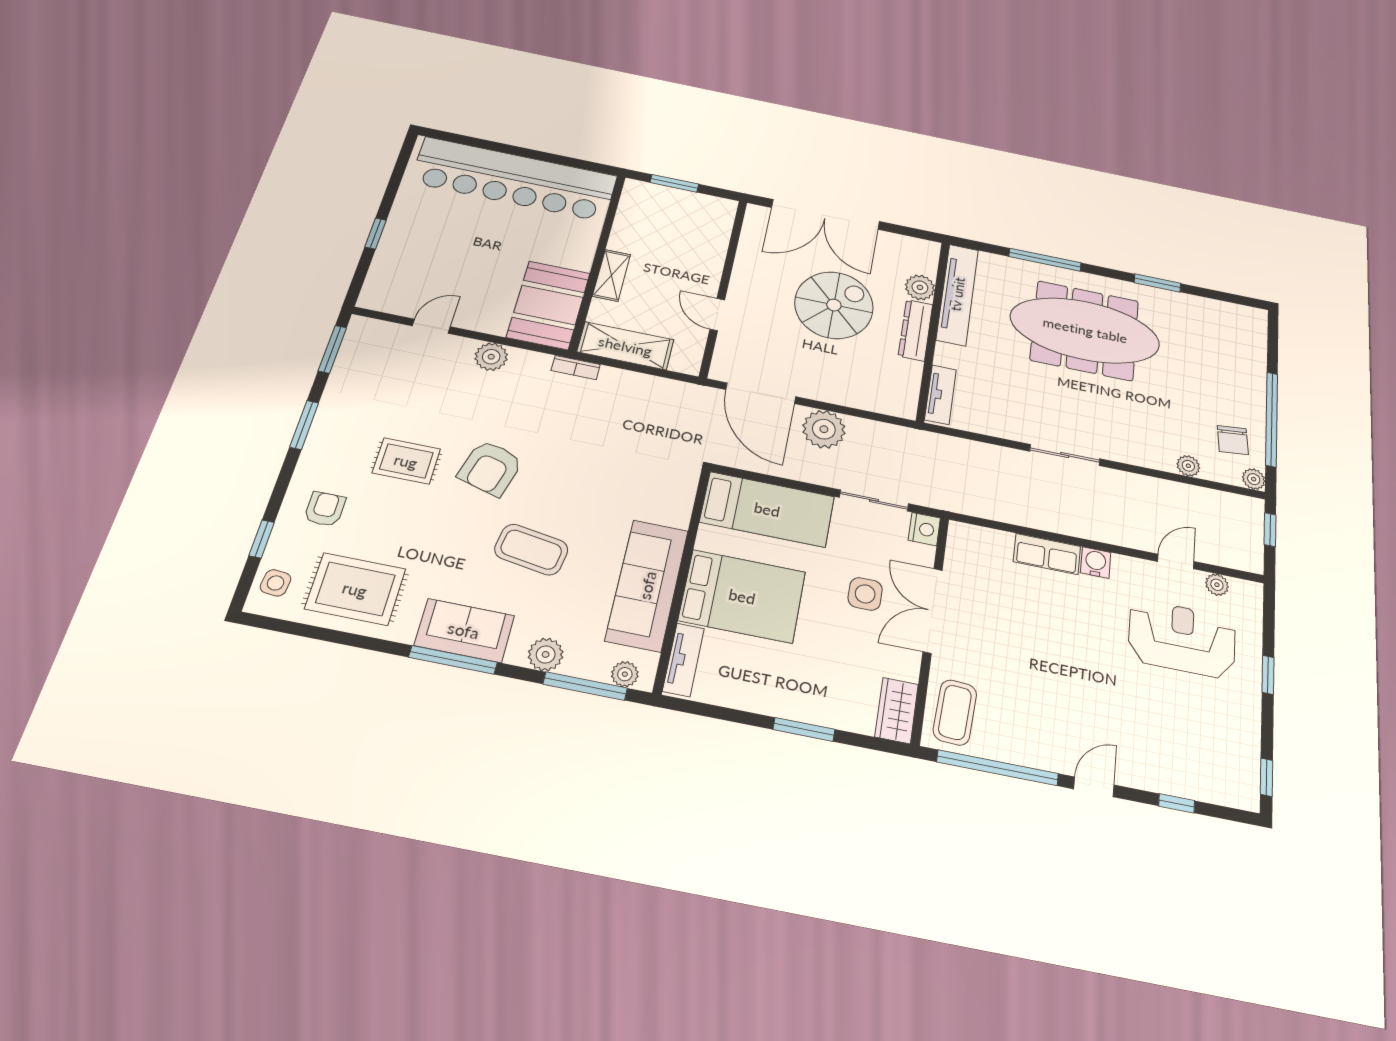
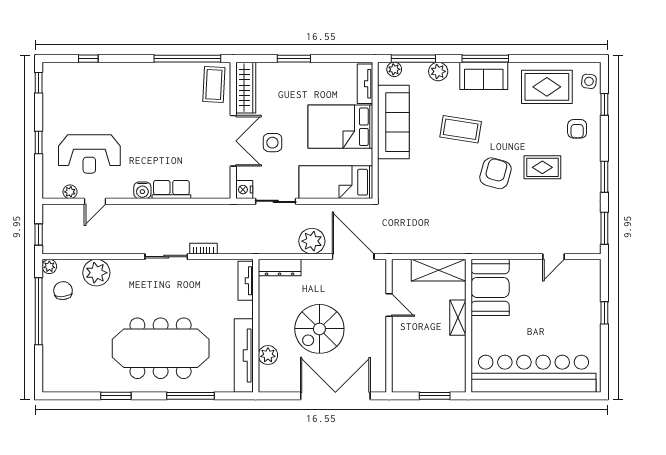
dresser: (915, 330) -> (280, 268), moved, turned 90
plant: (491, 357) -> (514, 244), removed
bookcase: (576, 368) -> (203, 249), moved
plant: (1188, 466) -> (96, 273), width x1.87, depth x1.87
wardrobe: (897, 710) -> (246, 88), width x1.50
door: (1094, 787) -> (134, 59), removed

